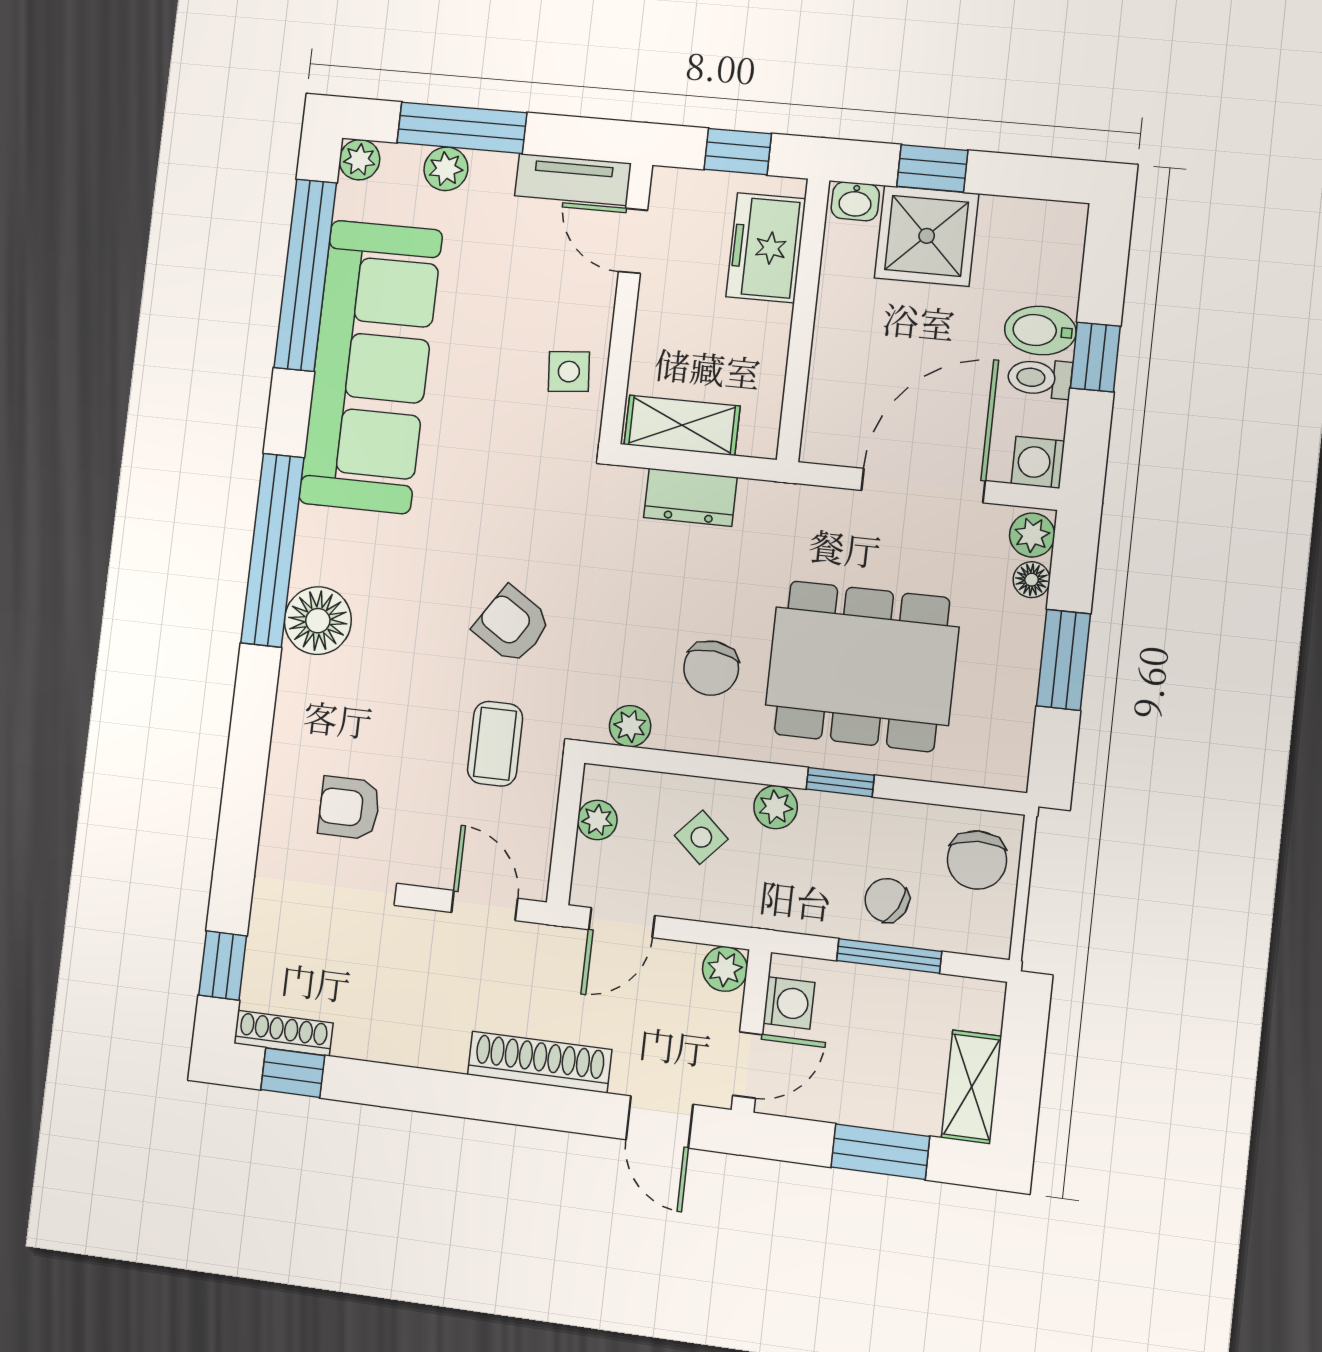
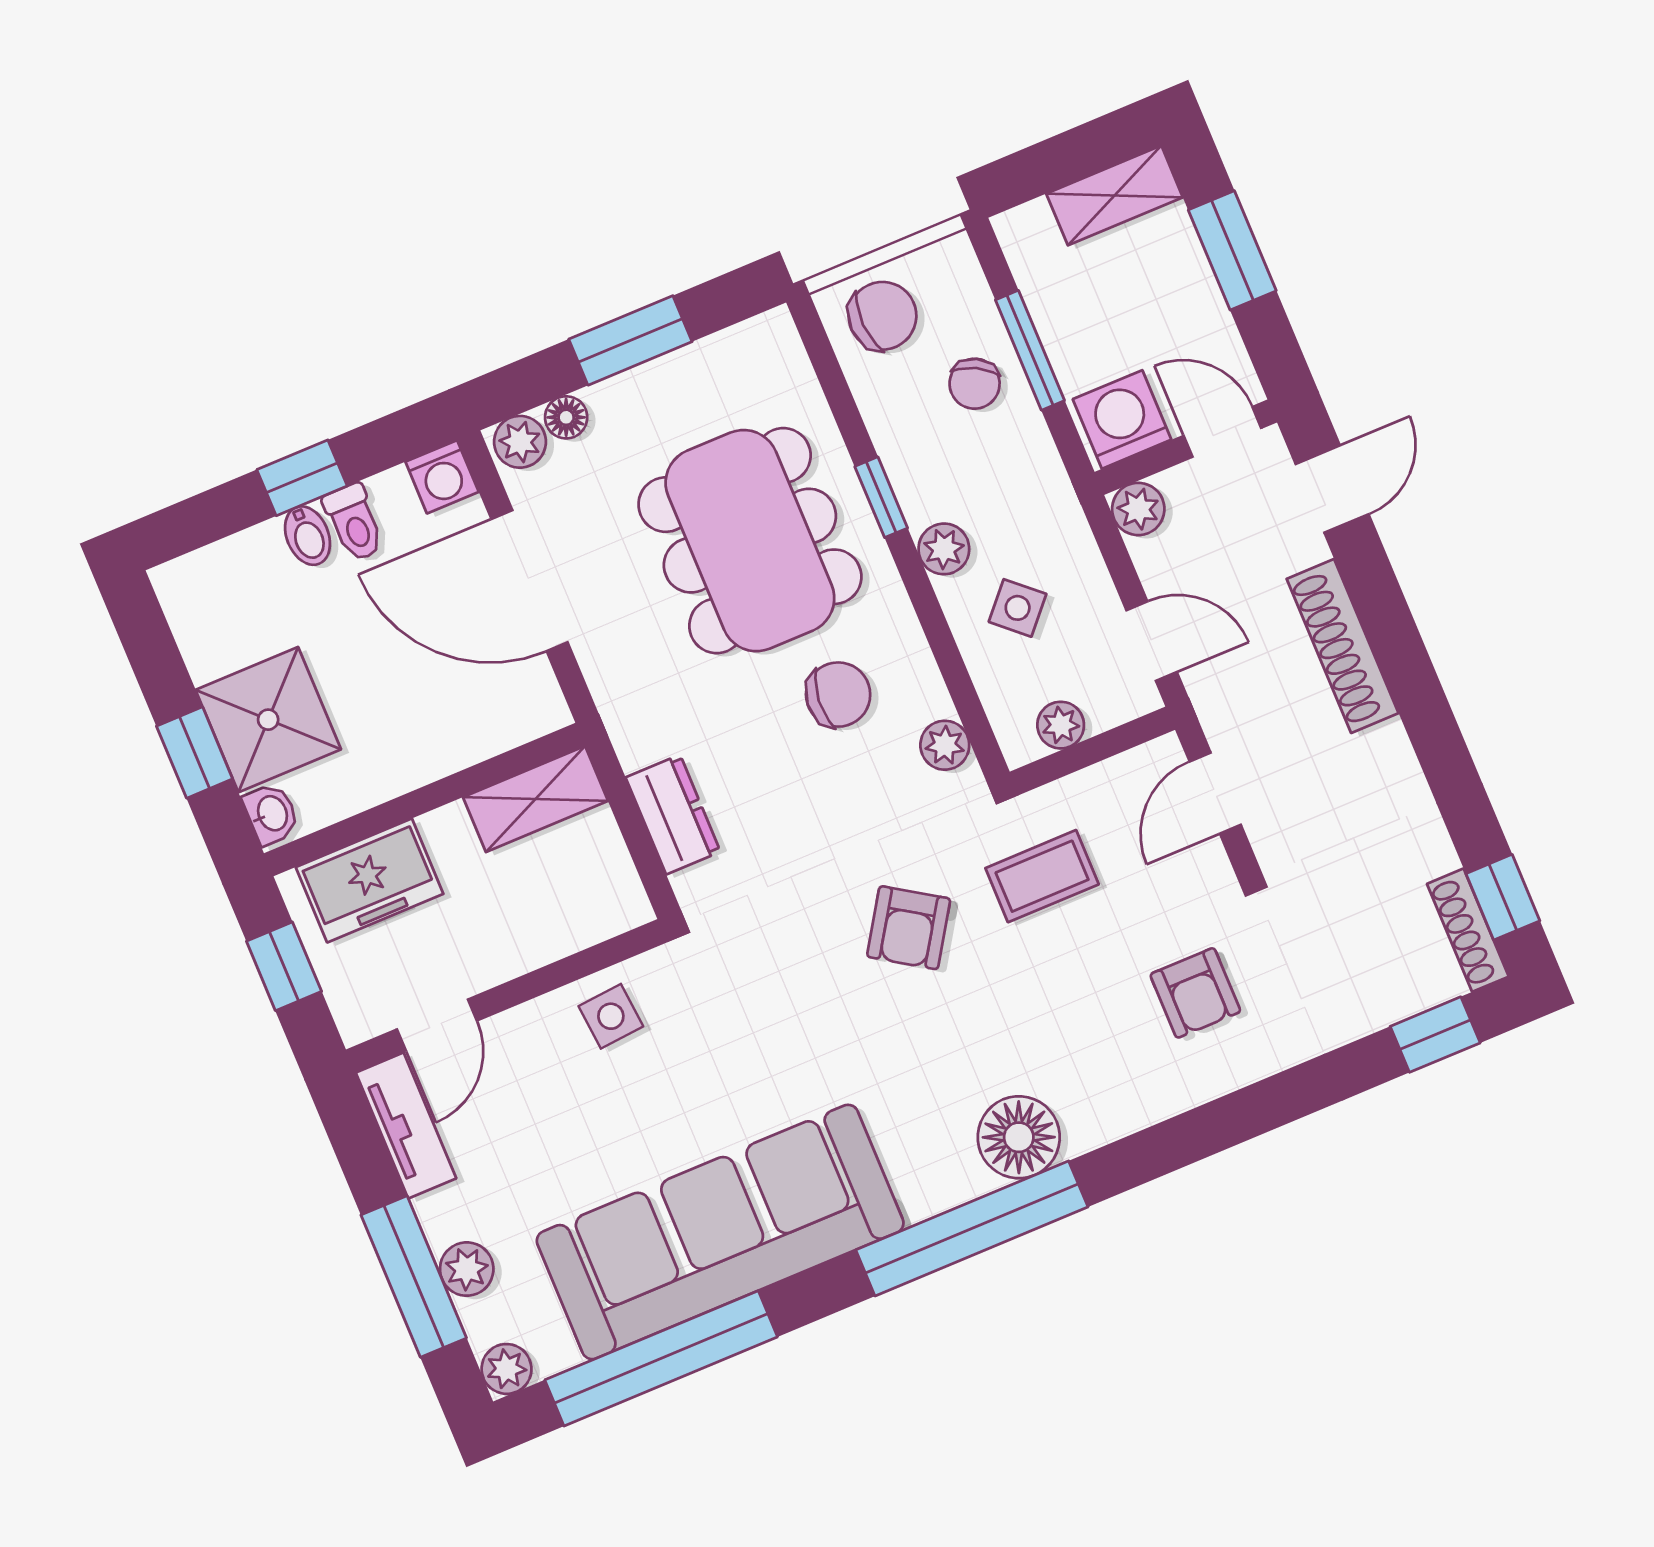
bidet: (1040, 331) -> (308, 536), width x0.72, depth x0.74
shelving: (682, 425) -> (535, 799), moved, turned 90
washing machine: (789, 1003) -> (1122, 419), width x1.38, depth x1.38

